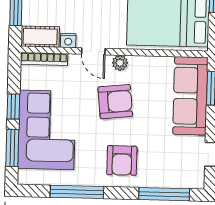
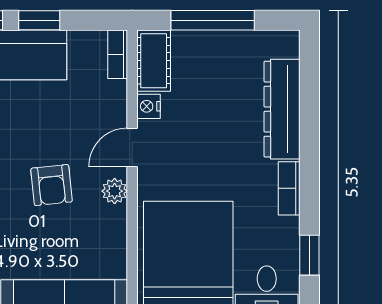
bookcase: (44, 59) -> (118, 54), width x0.64
armchair: (115, 102) -> (52, 185), width x0.72, depth x0.72

